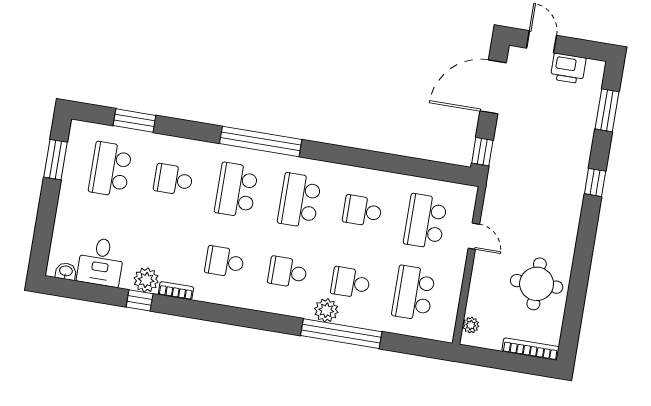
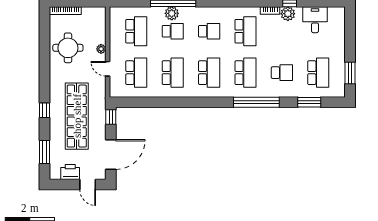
window: (261, 141) -> (256, 102), moved
shop shelf: (541, 163) -> (77, 116), added
school desk: (362, 211) -> (173, 73), width x1.85
school desk: (224, 262) -> (245, 31), width x1.85
washbasin: (66, 271) -> (334, 11), removed
plant: (326, 310) -> (172, 13), moved
plant: (471, 325) -> (101, 49), moved

